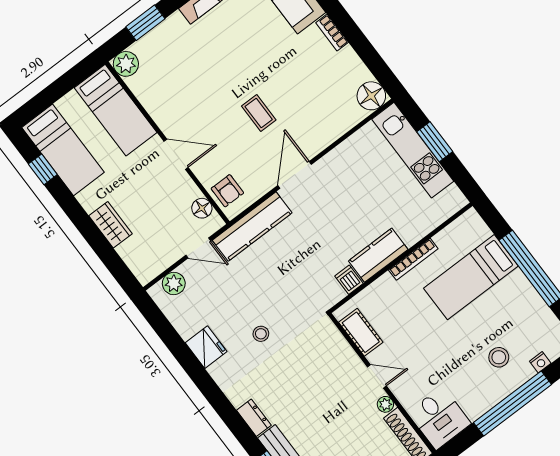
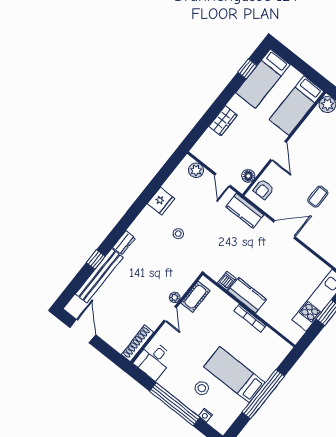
kitchen counter: (252, 227) -> (245, 211), width x0.67
bed: (471, 277) -> (234, 375), moved
plant: (385, 404) -> (175, 297), moved

